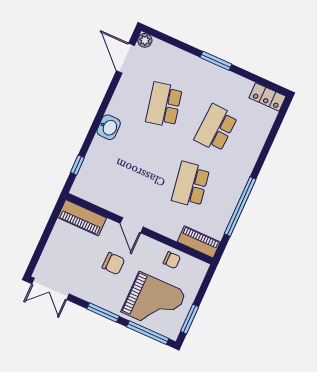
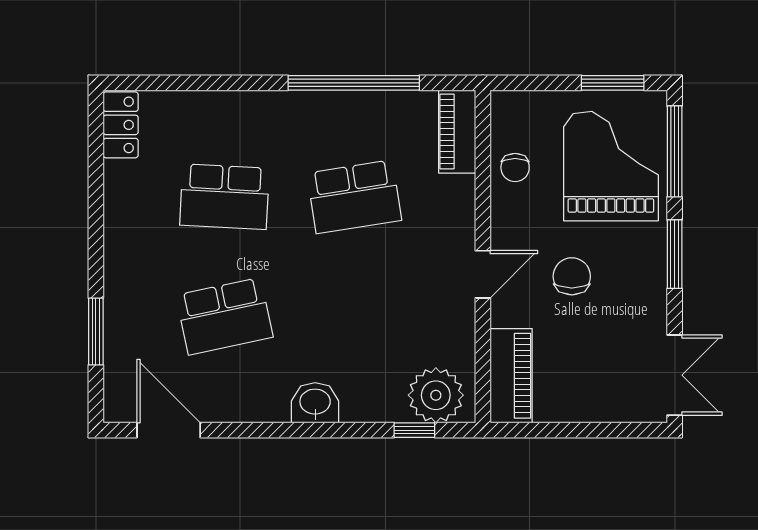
plant: (145, 40) -> (436, 395), moved, width x1.87, depth x1.87
door: (125, 58) -> (169, 430), swing flipped
window: (216, 61) -> (96, 332), moved
chair: (172, 260) -> (515, 168), turned 180

